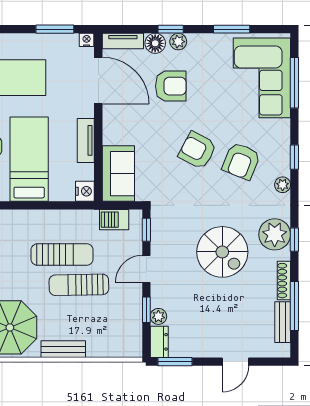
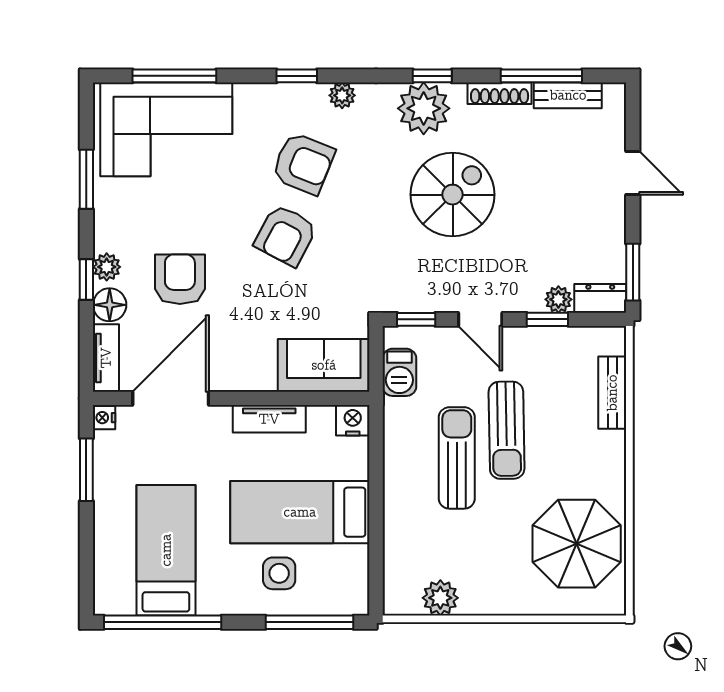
bench: (63, 349) -> (612, 393), moved

